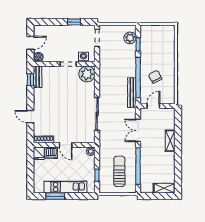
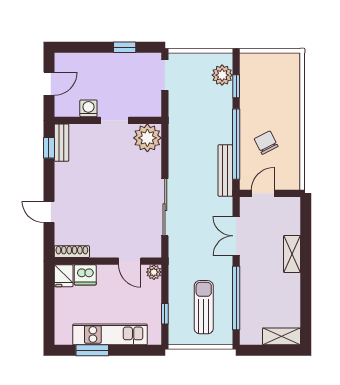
boiler: (38, 57) -> (63, 108), removed
washing machine: (83, 57) -> (88, 108), moved
door: (66, 145) -> (130, 261), moved

